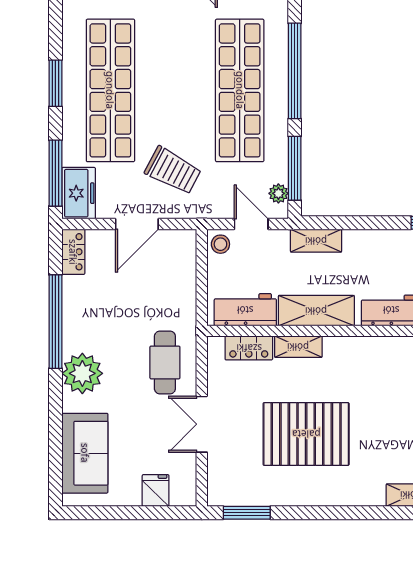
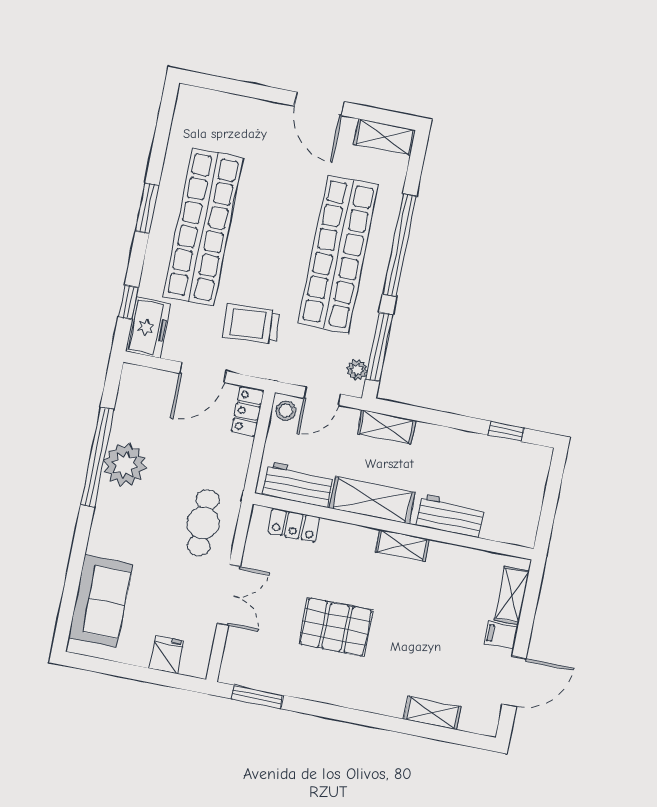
trolley: (173, 171) -> (252, 324), turned 148
window: (55, 173) -> (128, 302), width x0.46
door: (251, 224) -> (322, 396), swing flipped
locker: (73, 252) -> (247, 411), moved, turned 180
shelving: (298, 347) -> (402, 545), moved
plant: (82, 373) -> (125, 465), moved
double door: (202, 424) -> (229, 595), swing flipped
pallet: (306, 434) -> (336, 627), width x0.73, depth x0.71

